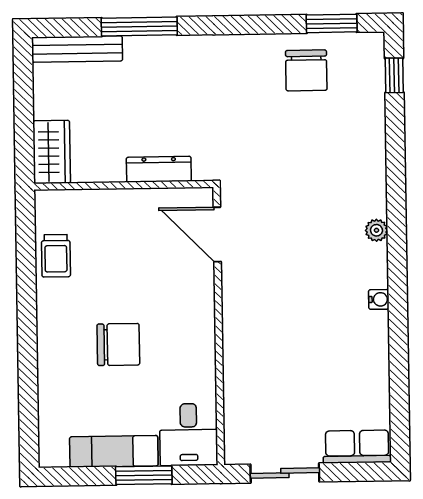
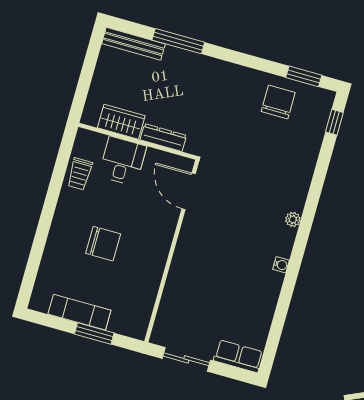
chair: (306, 70) -> (278, 102), turned 180
wardrobe: (52, 152) -> (121, 122), moved, turned -90
desk: (189, 435) -> (122, 161), moved, turned 180

